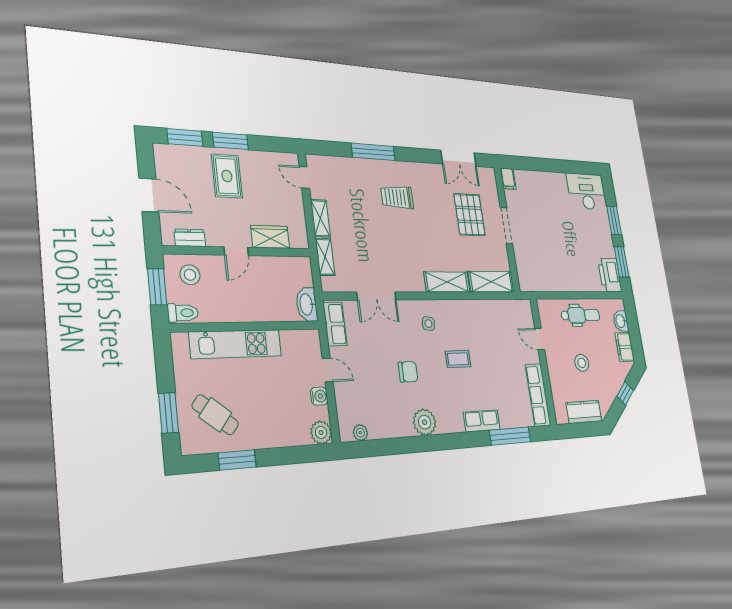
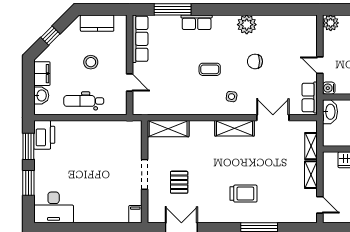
pallet: (470, 215) -> (179, 182), width x0.67, depth x0.71
shelving: (447, 282) -> (235, 128), moved
water cooler: (319, 396) -> (329, 88), moved
plant: (360, 433) -> (300, 21), removed

